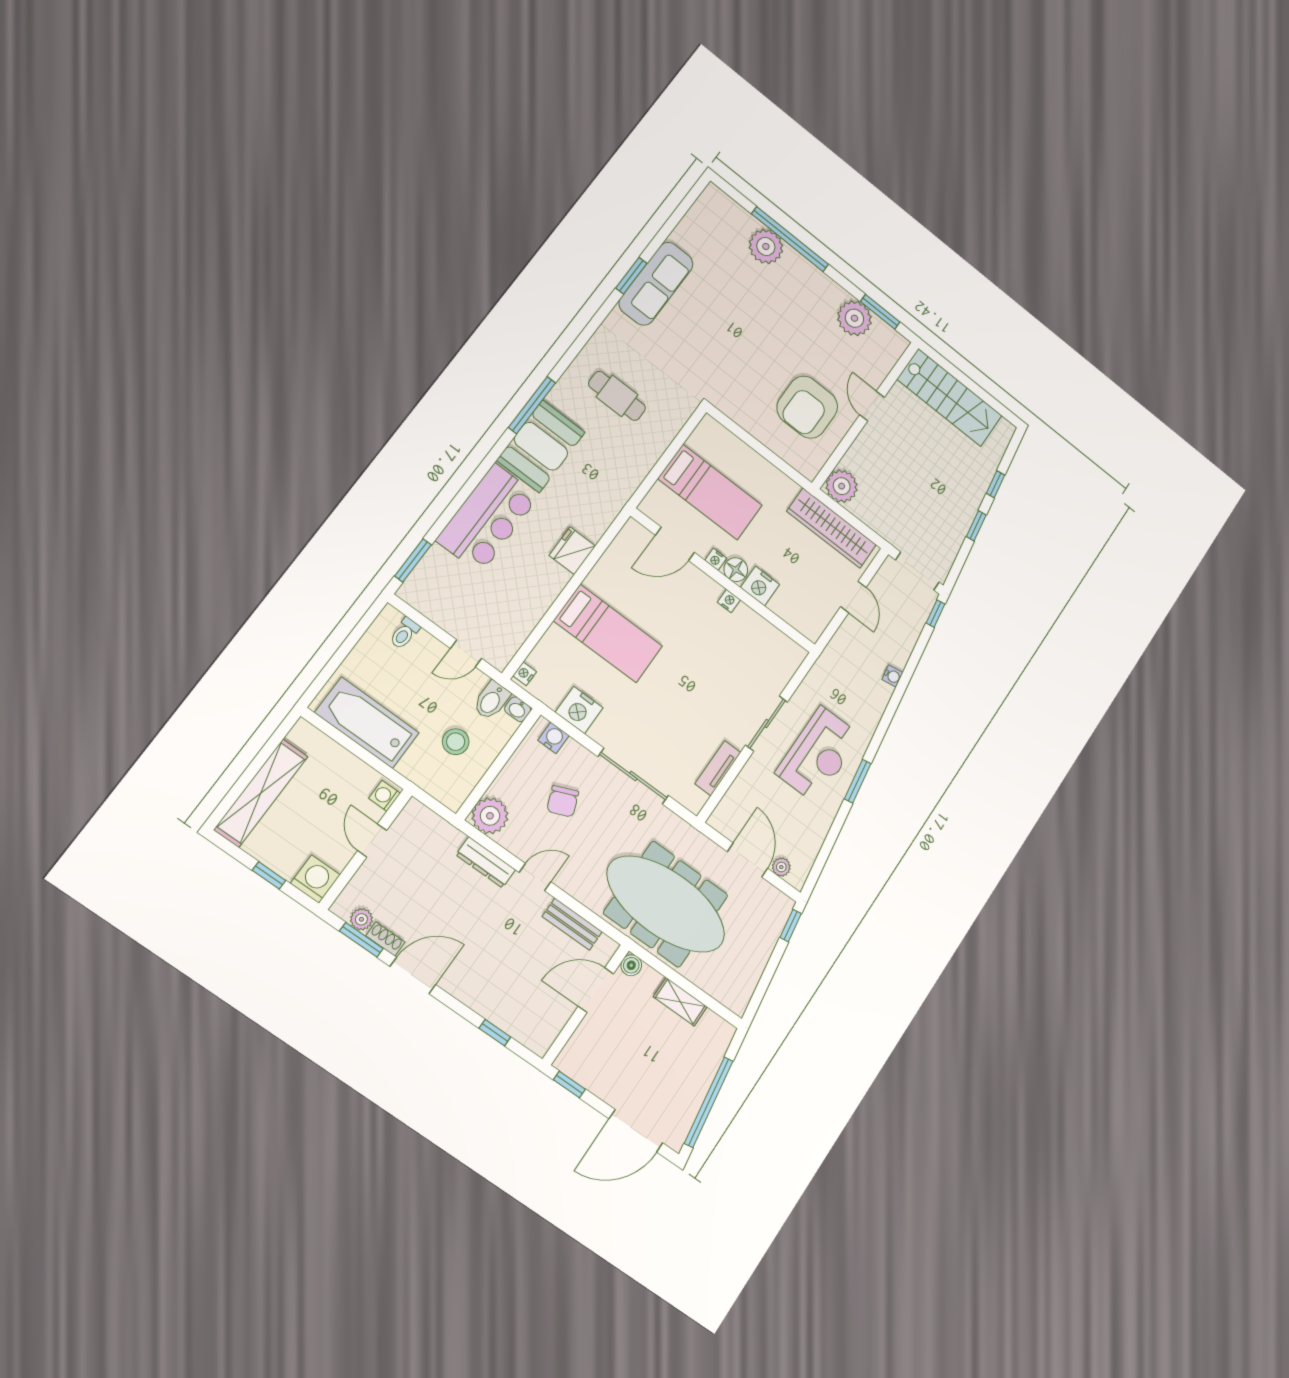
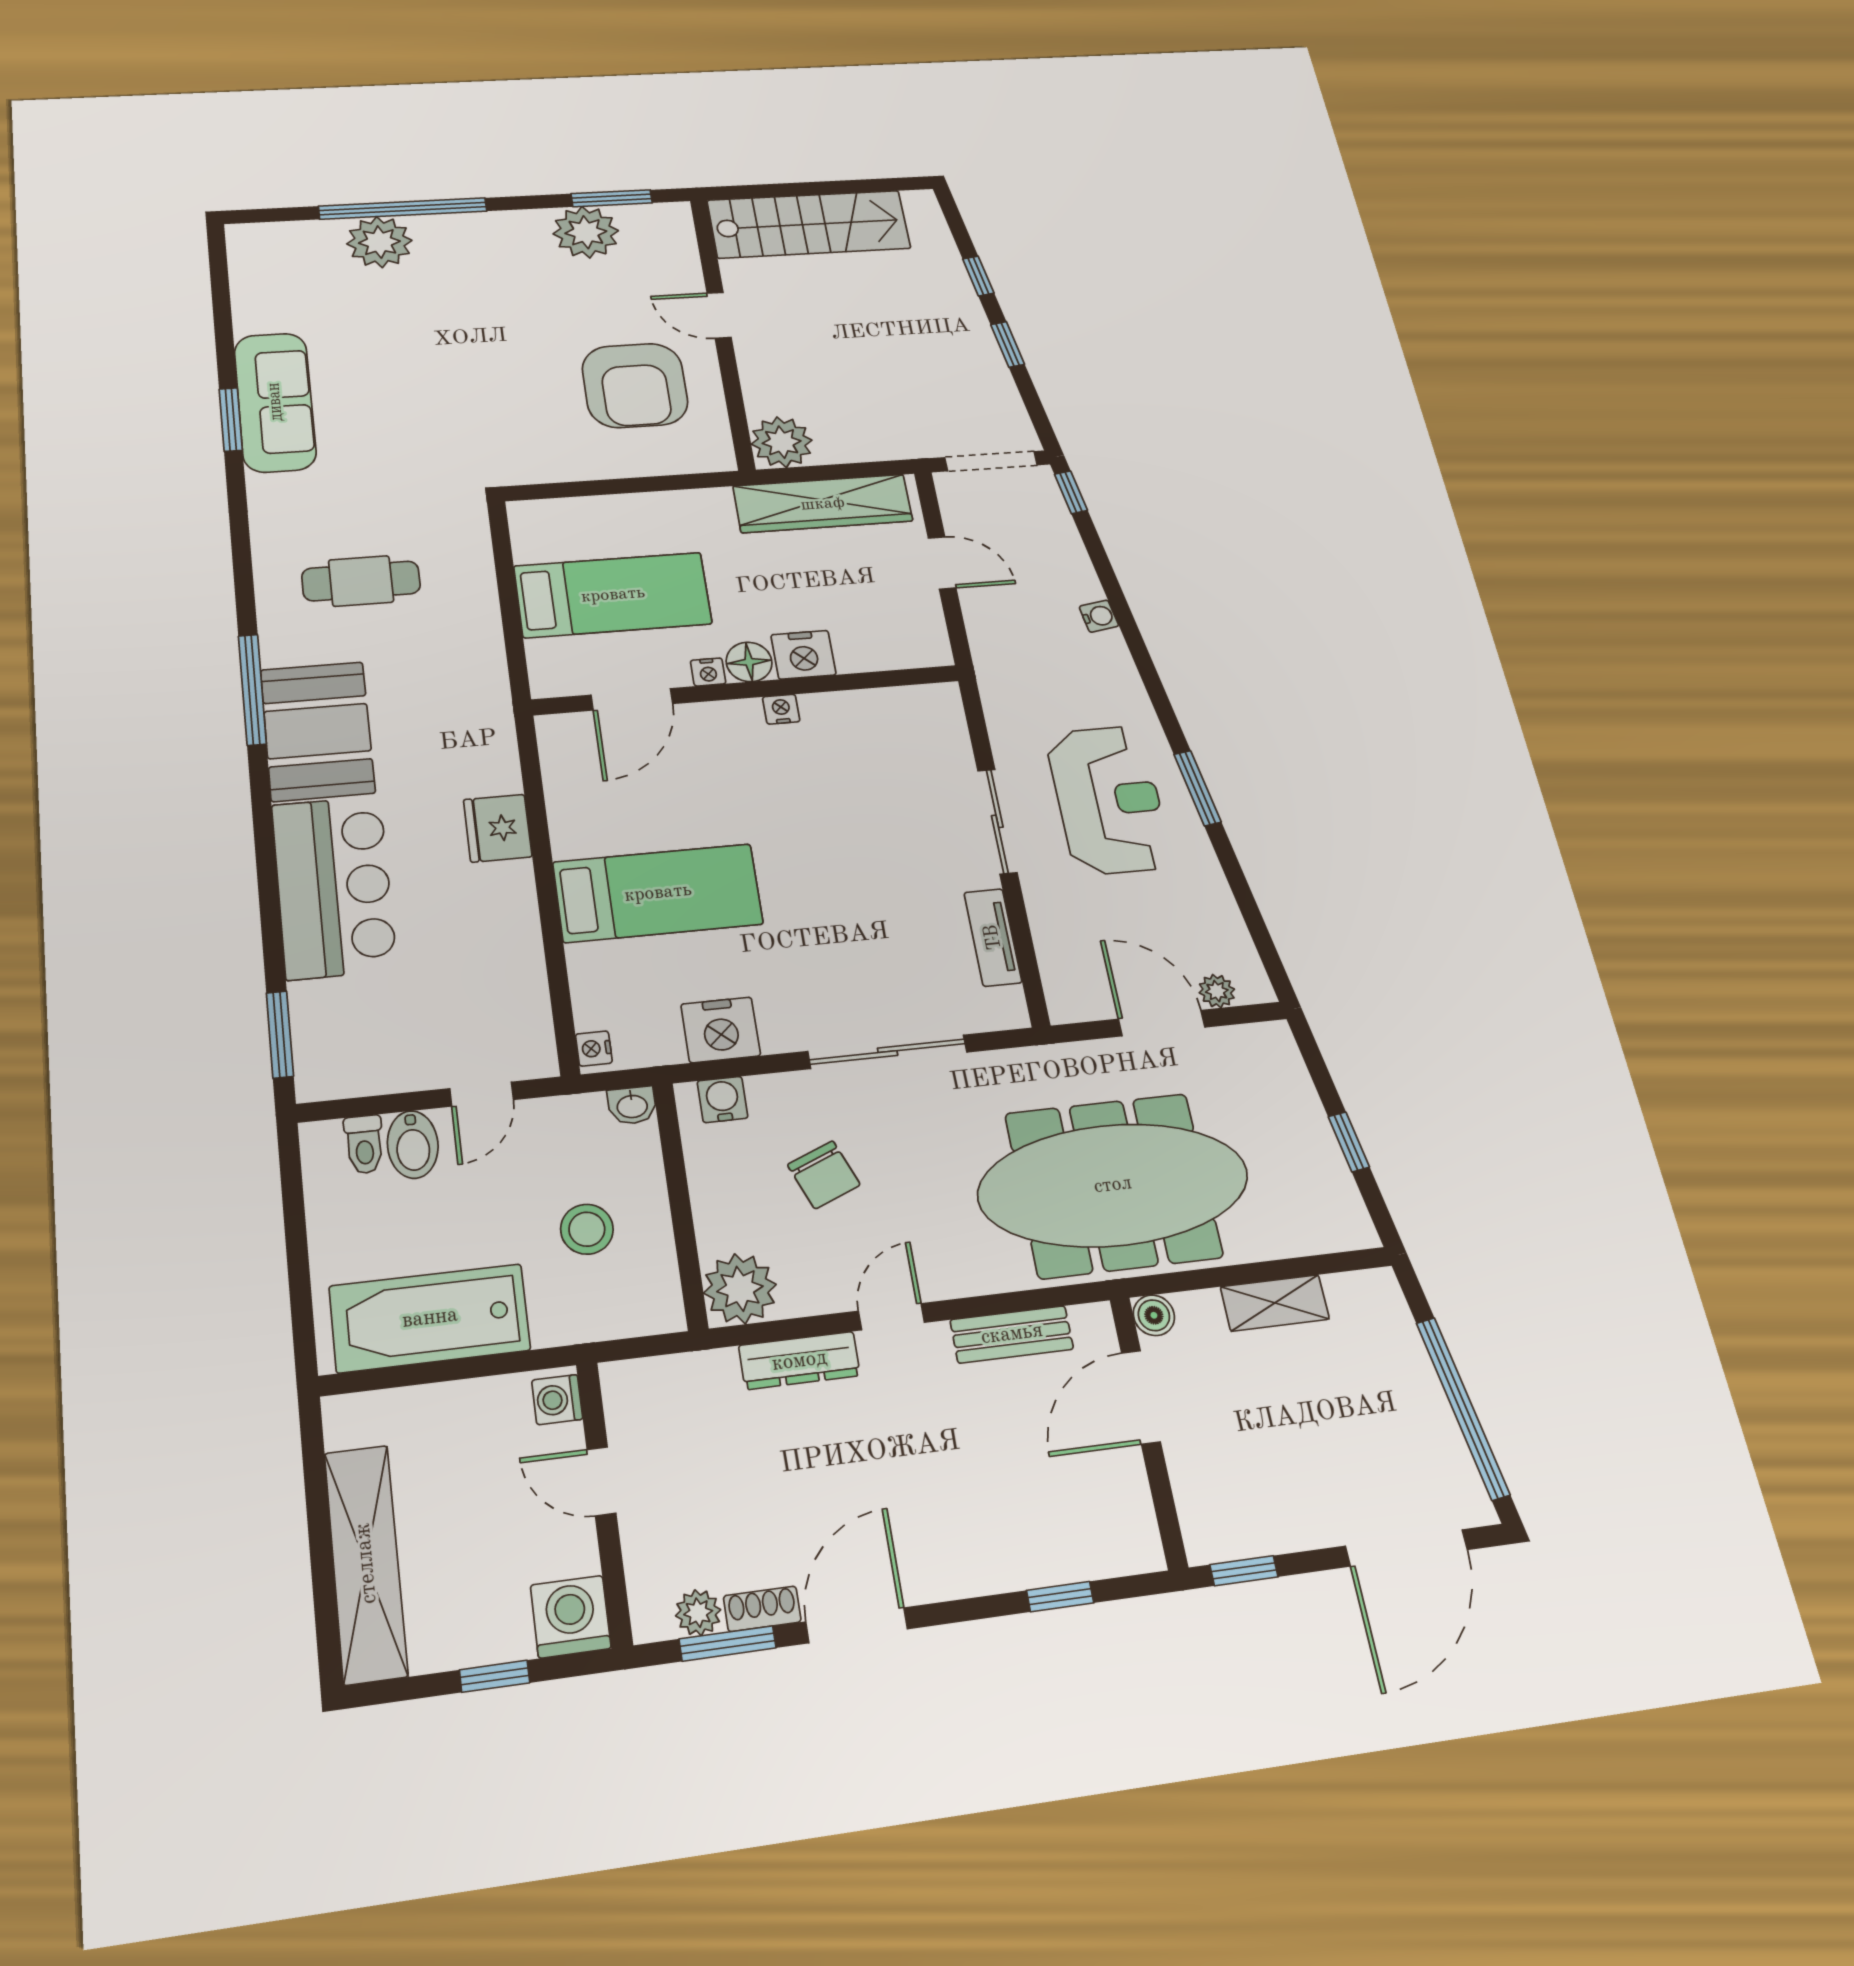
bidet: (491, 700) -> (413, 1145), moved
window: (791, 926) -> (1349, 1142), moved

